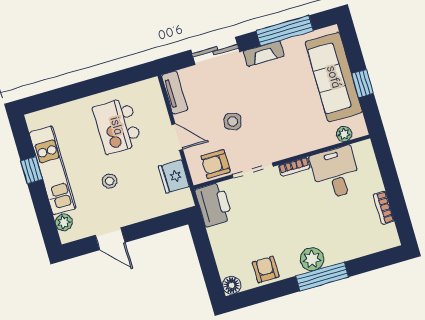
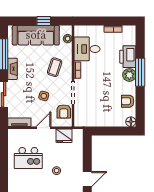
coffee table: (288, 126) -> (55, 67), added
printer: (214, 204) -> (128, 57), moved, turned -90

